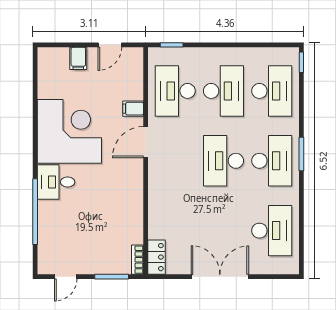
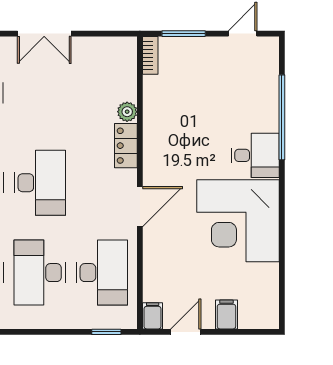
filing cabinet: (133, 109) -> (153, 316), moved, turned -90
plant: (155, 216) -> (127, 112), added
locker: (157, 257) -> (126, 146), moved
double door: (220, 277) -> (44, 34), width x0.73

